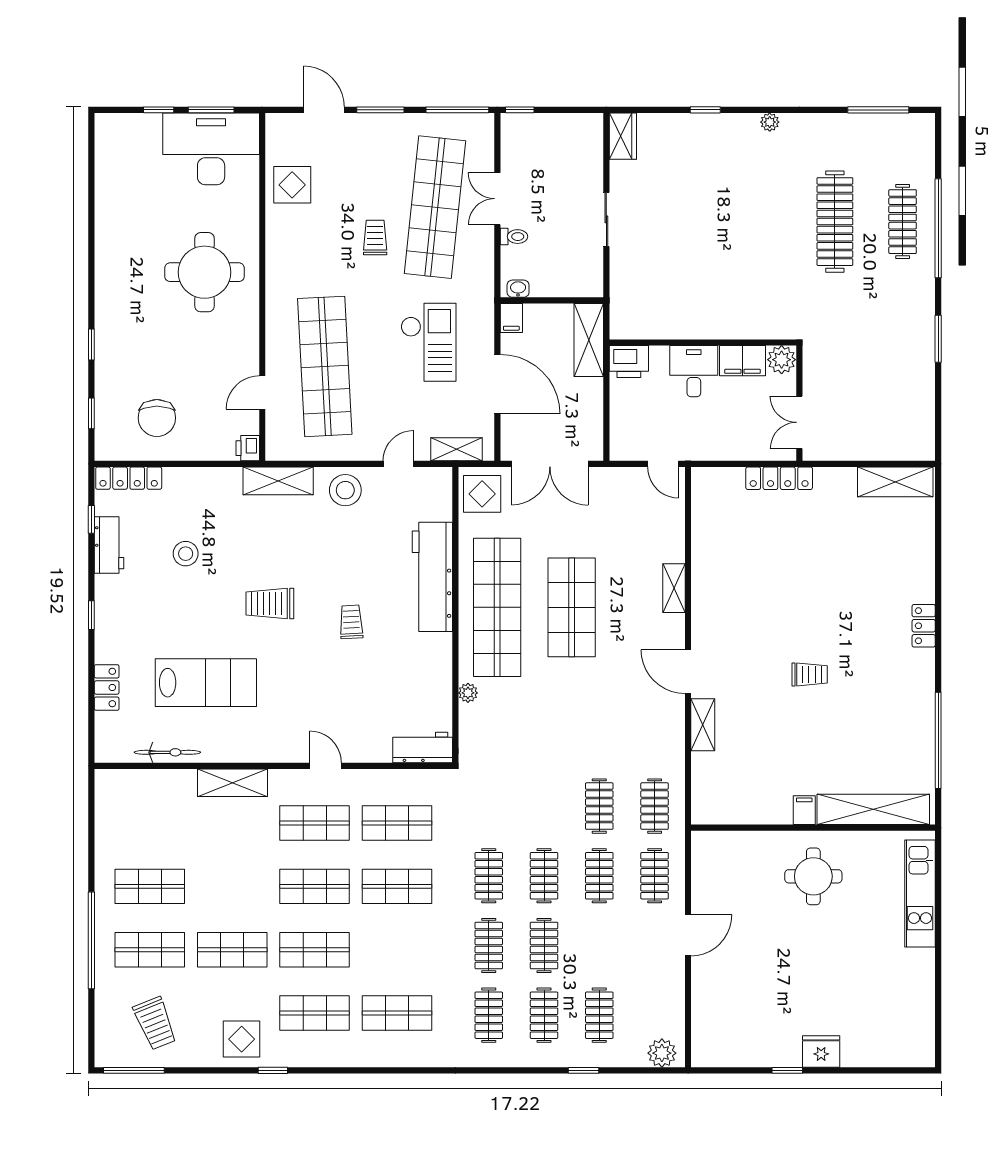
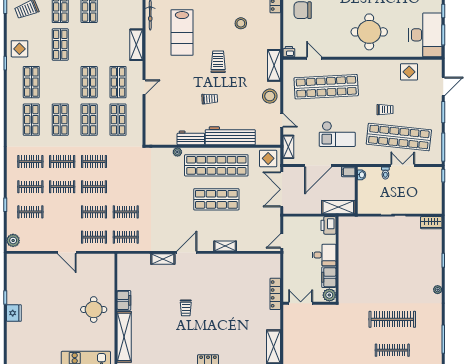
workbench: (423, 747) -> (191, 138), moved, turned -90
filing cabinet: (804, 810) -> (124, 300), width x2.00
shop shelf: (315, 950) -> (60, 120), moved

